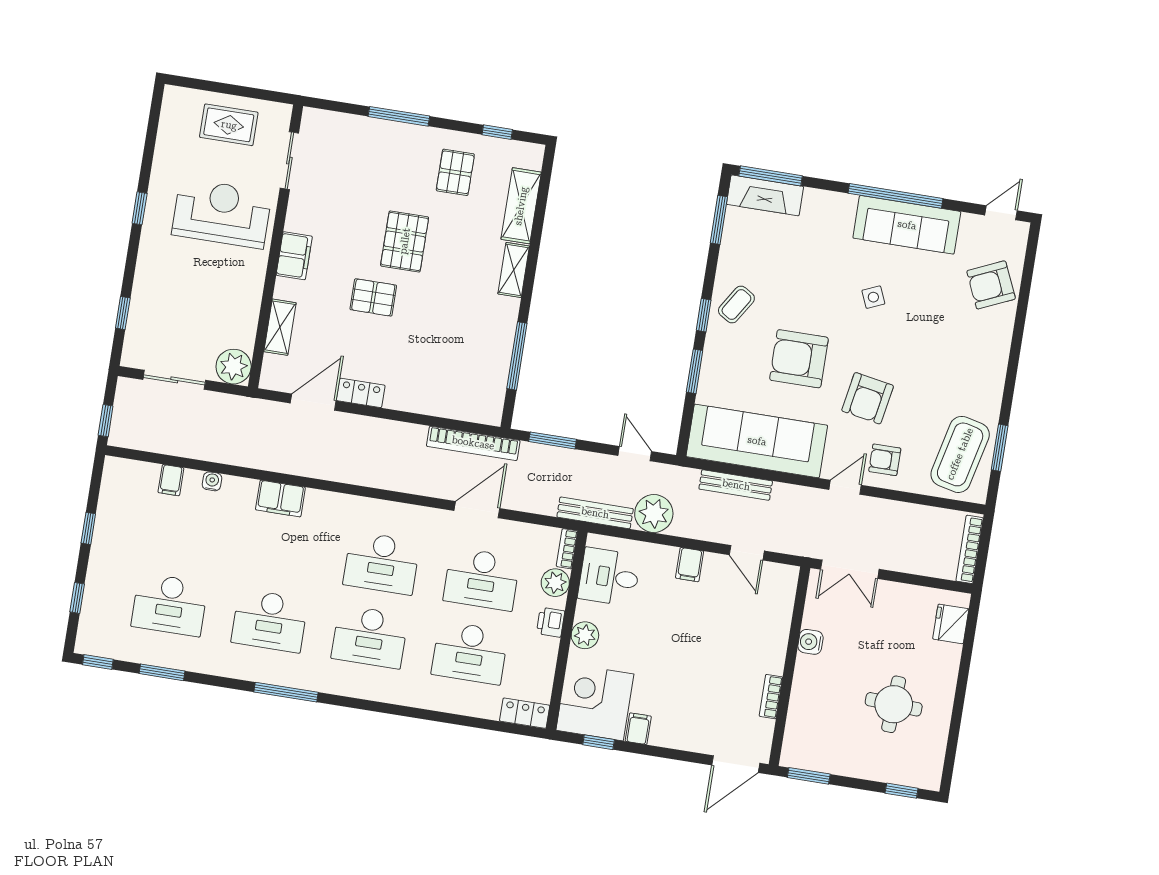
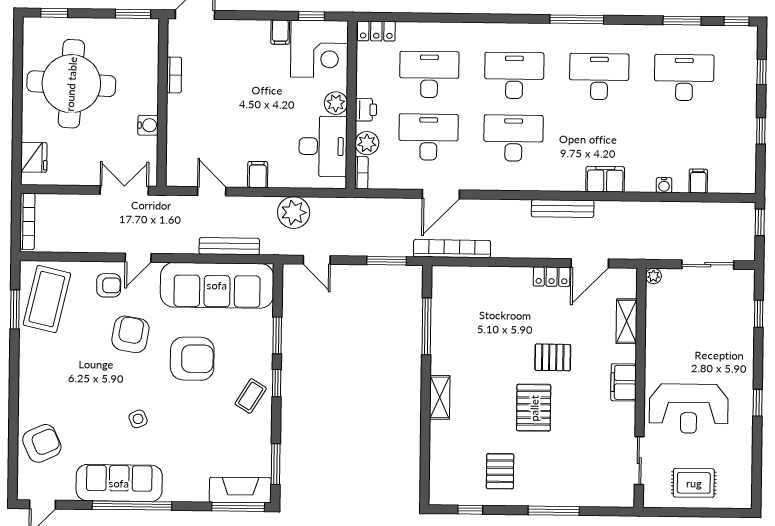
shelving: (521, 206) -> (441, 452), removed
plant: (234, 367) -> (653, 276), width x0.53, depth x0.53
bench: (595, 513) -> (563, 209), moved
desk: (609, 577) -> (323, 146), width x1.37
round table: (894, 704) -> (71, 84), width x1.86, depth x1.86

